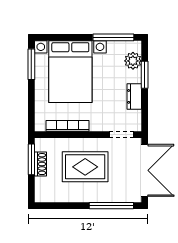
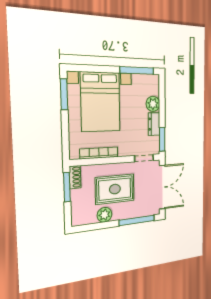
plant: (133, 61) -> (153, 104), moved
window: (145, 75) -> (162, 139), moved
shoe rack: (41, 164) -> (75, 177), moved
plant: (72, 194) -> (104, 215), added

